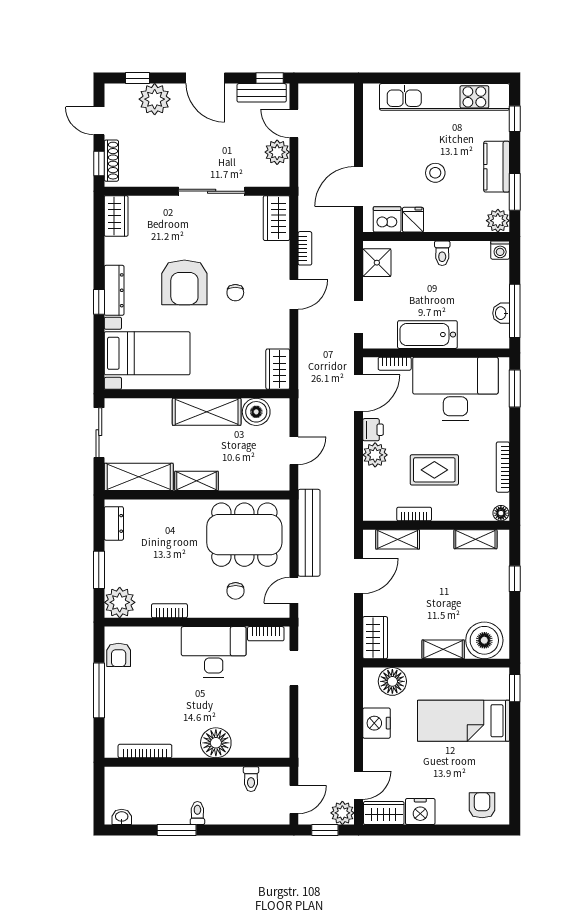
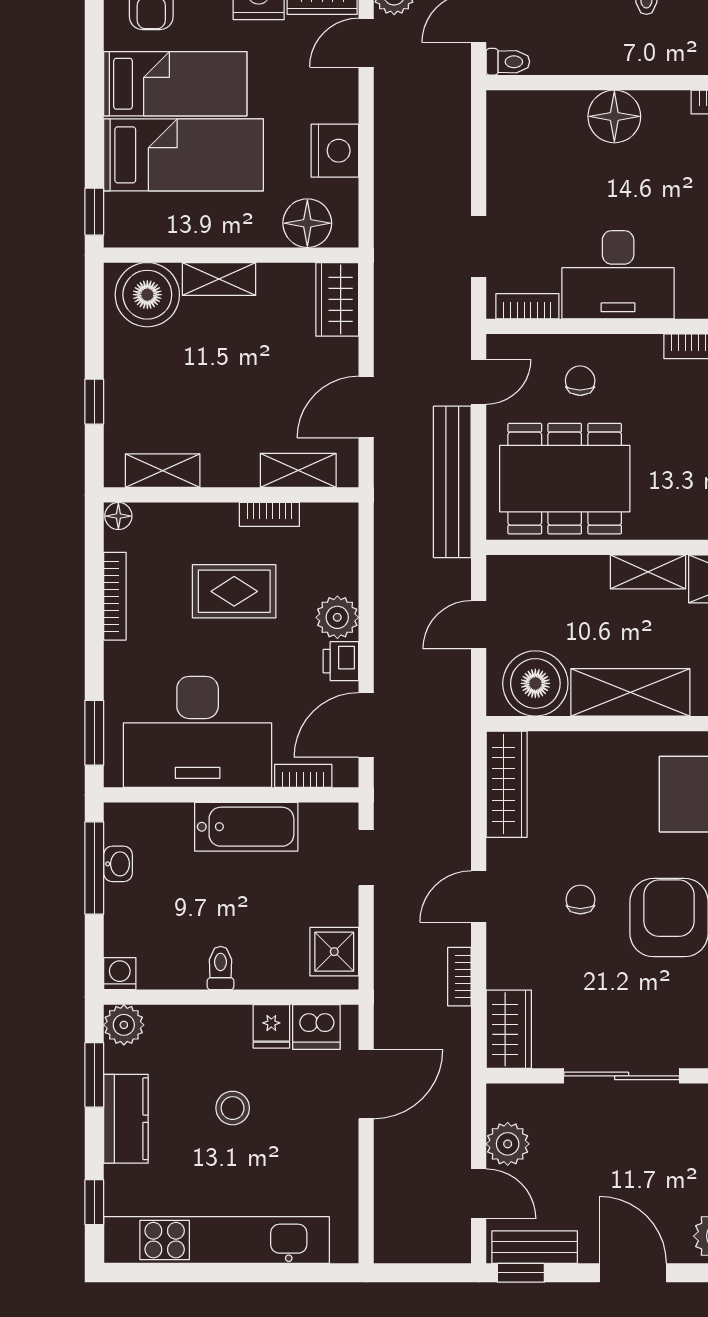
wardrobe: (278, 369) -> (507, 784), width x1.50
boiler: (256, 412) -> (535, 683), width x1.37, depth x1.37
bed: (468, 762) -> (175, 84), added
toilet: (251, 779) -> (508, 62), moved, turned 90

